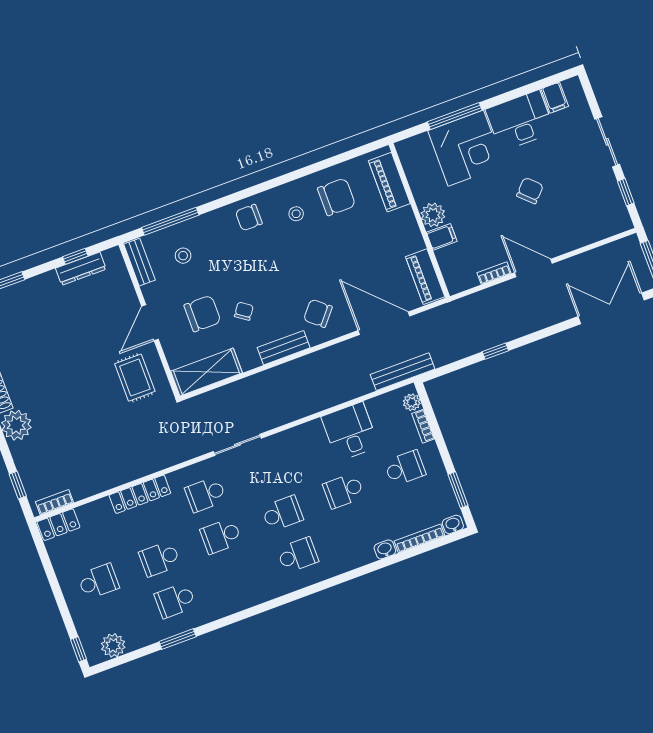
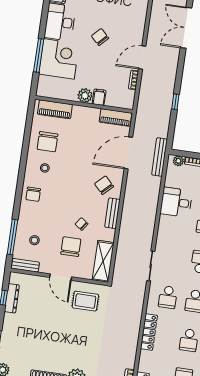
chair: (336, 197) -> (47, 142), turned 180
chair: (318, 313) -> (104, 185), turned 96

